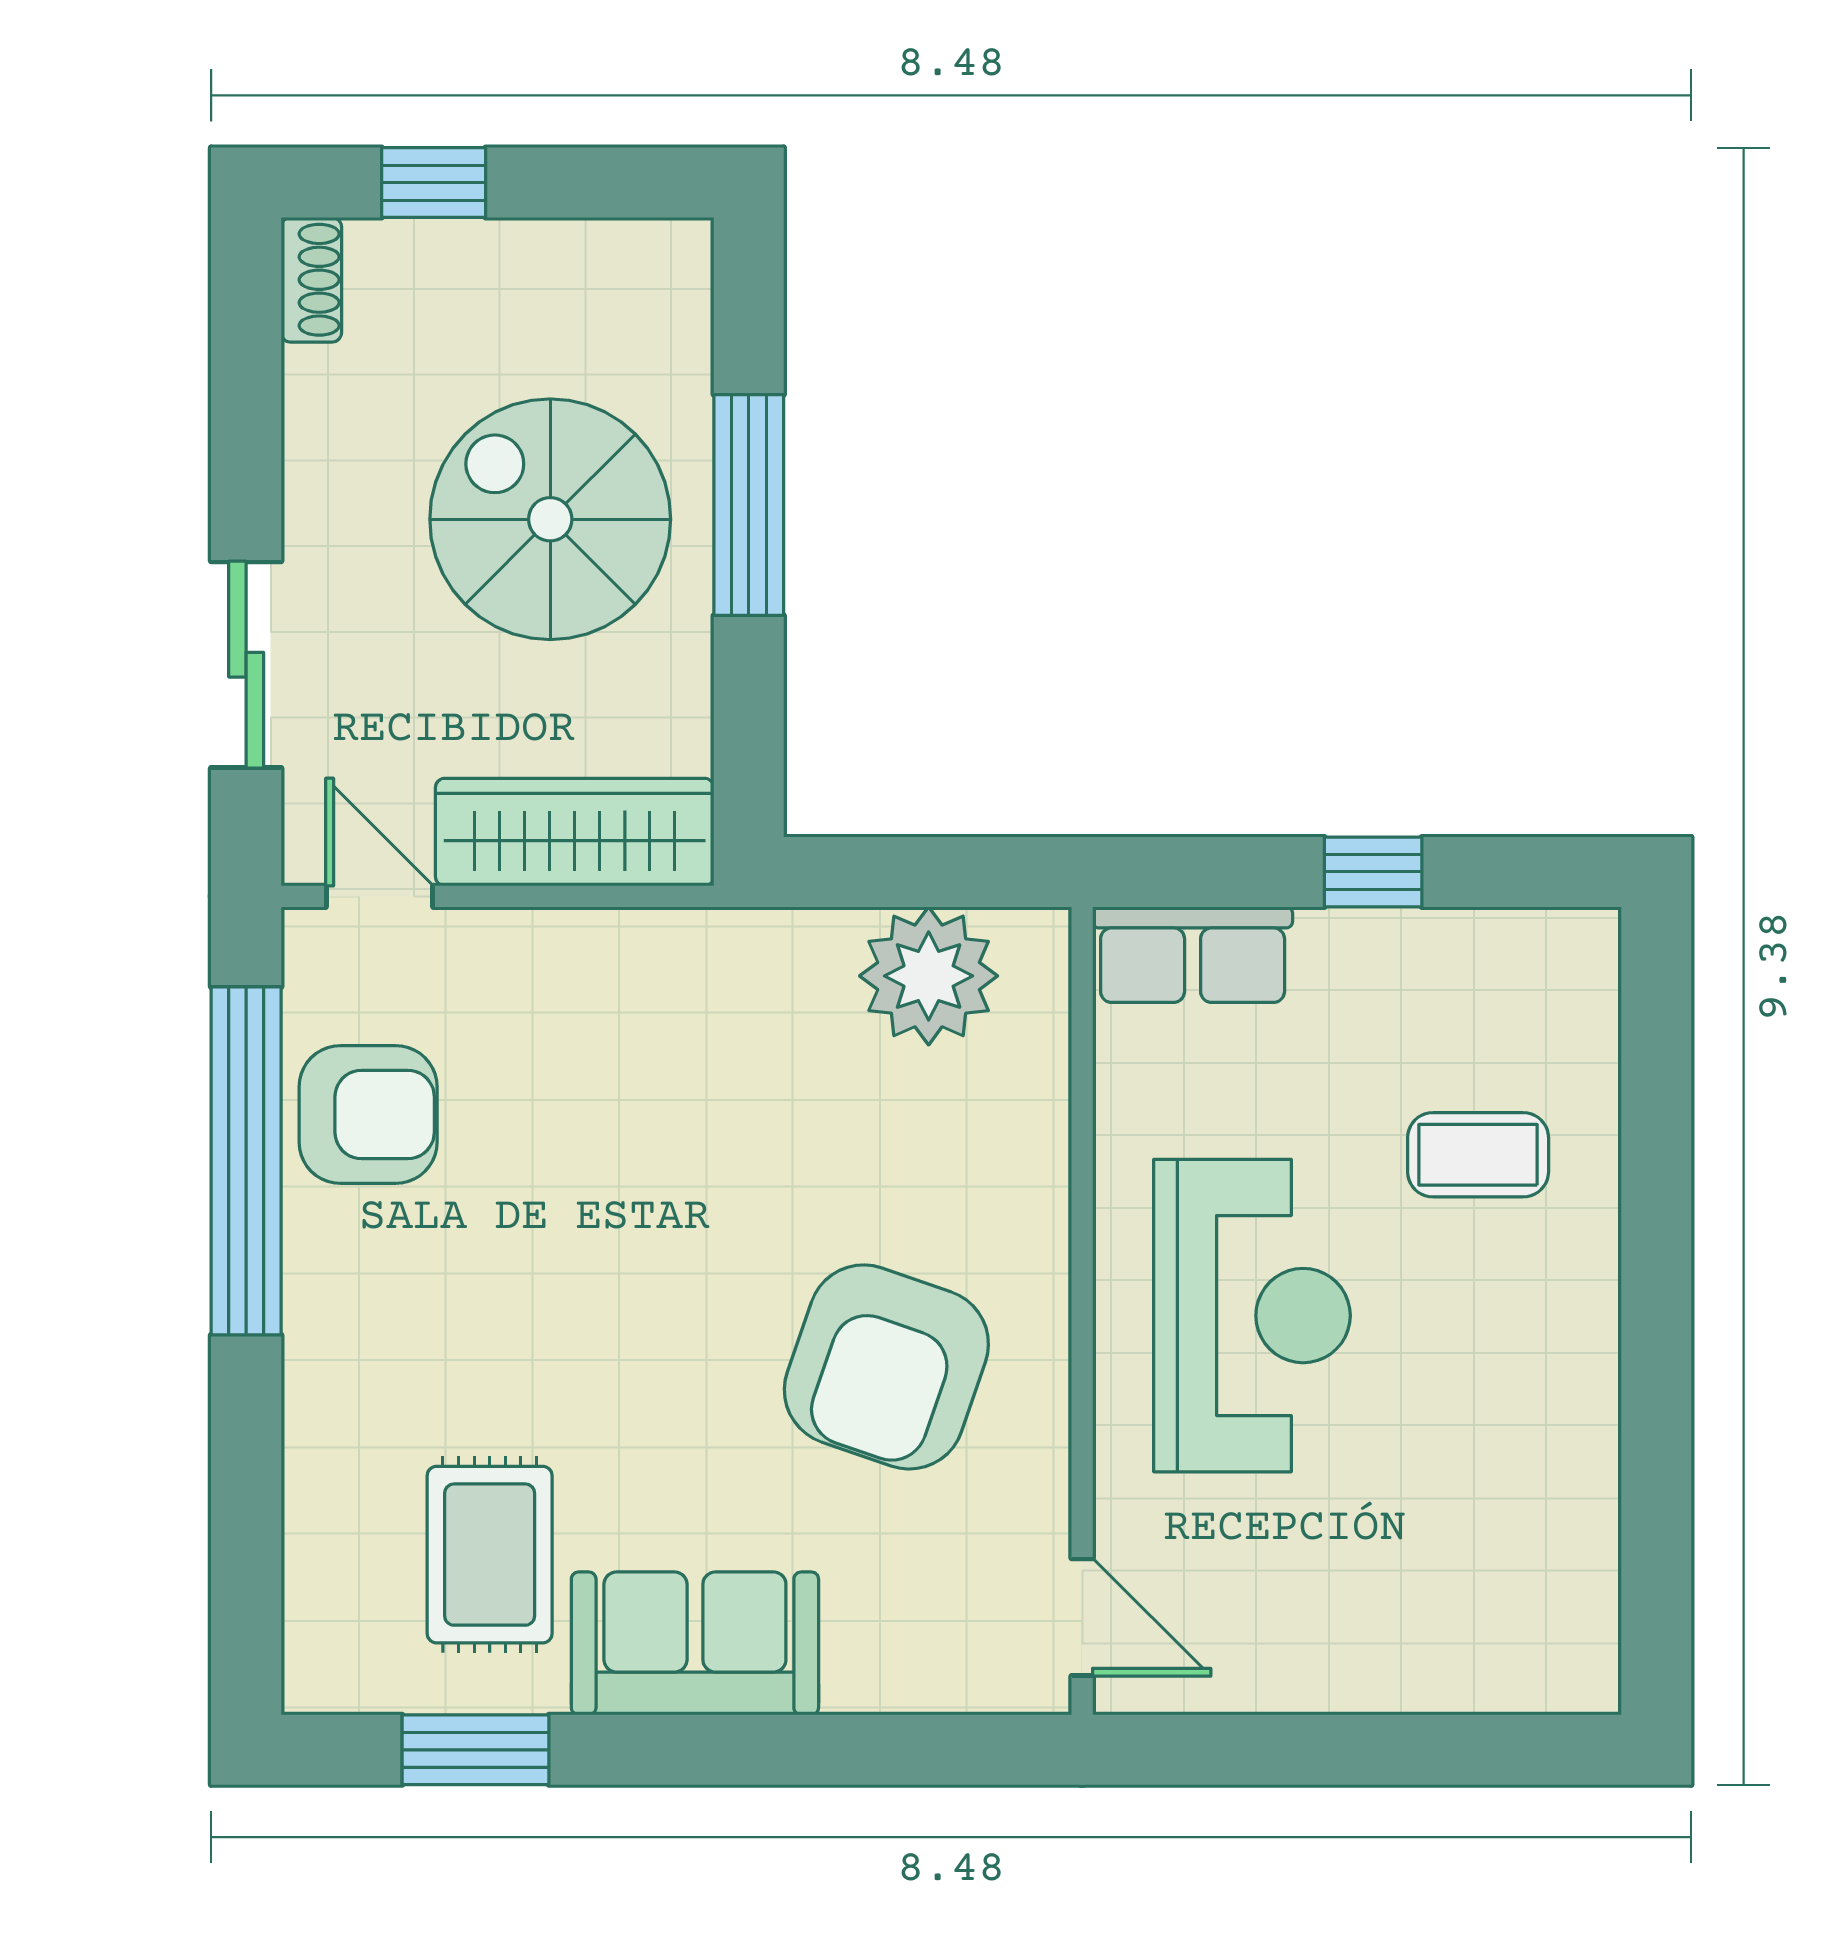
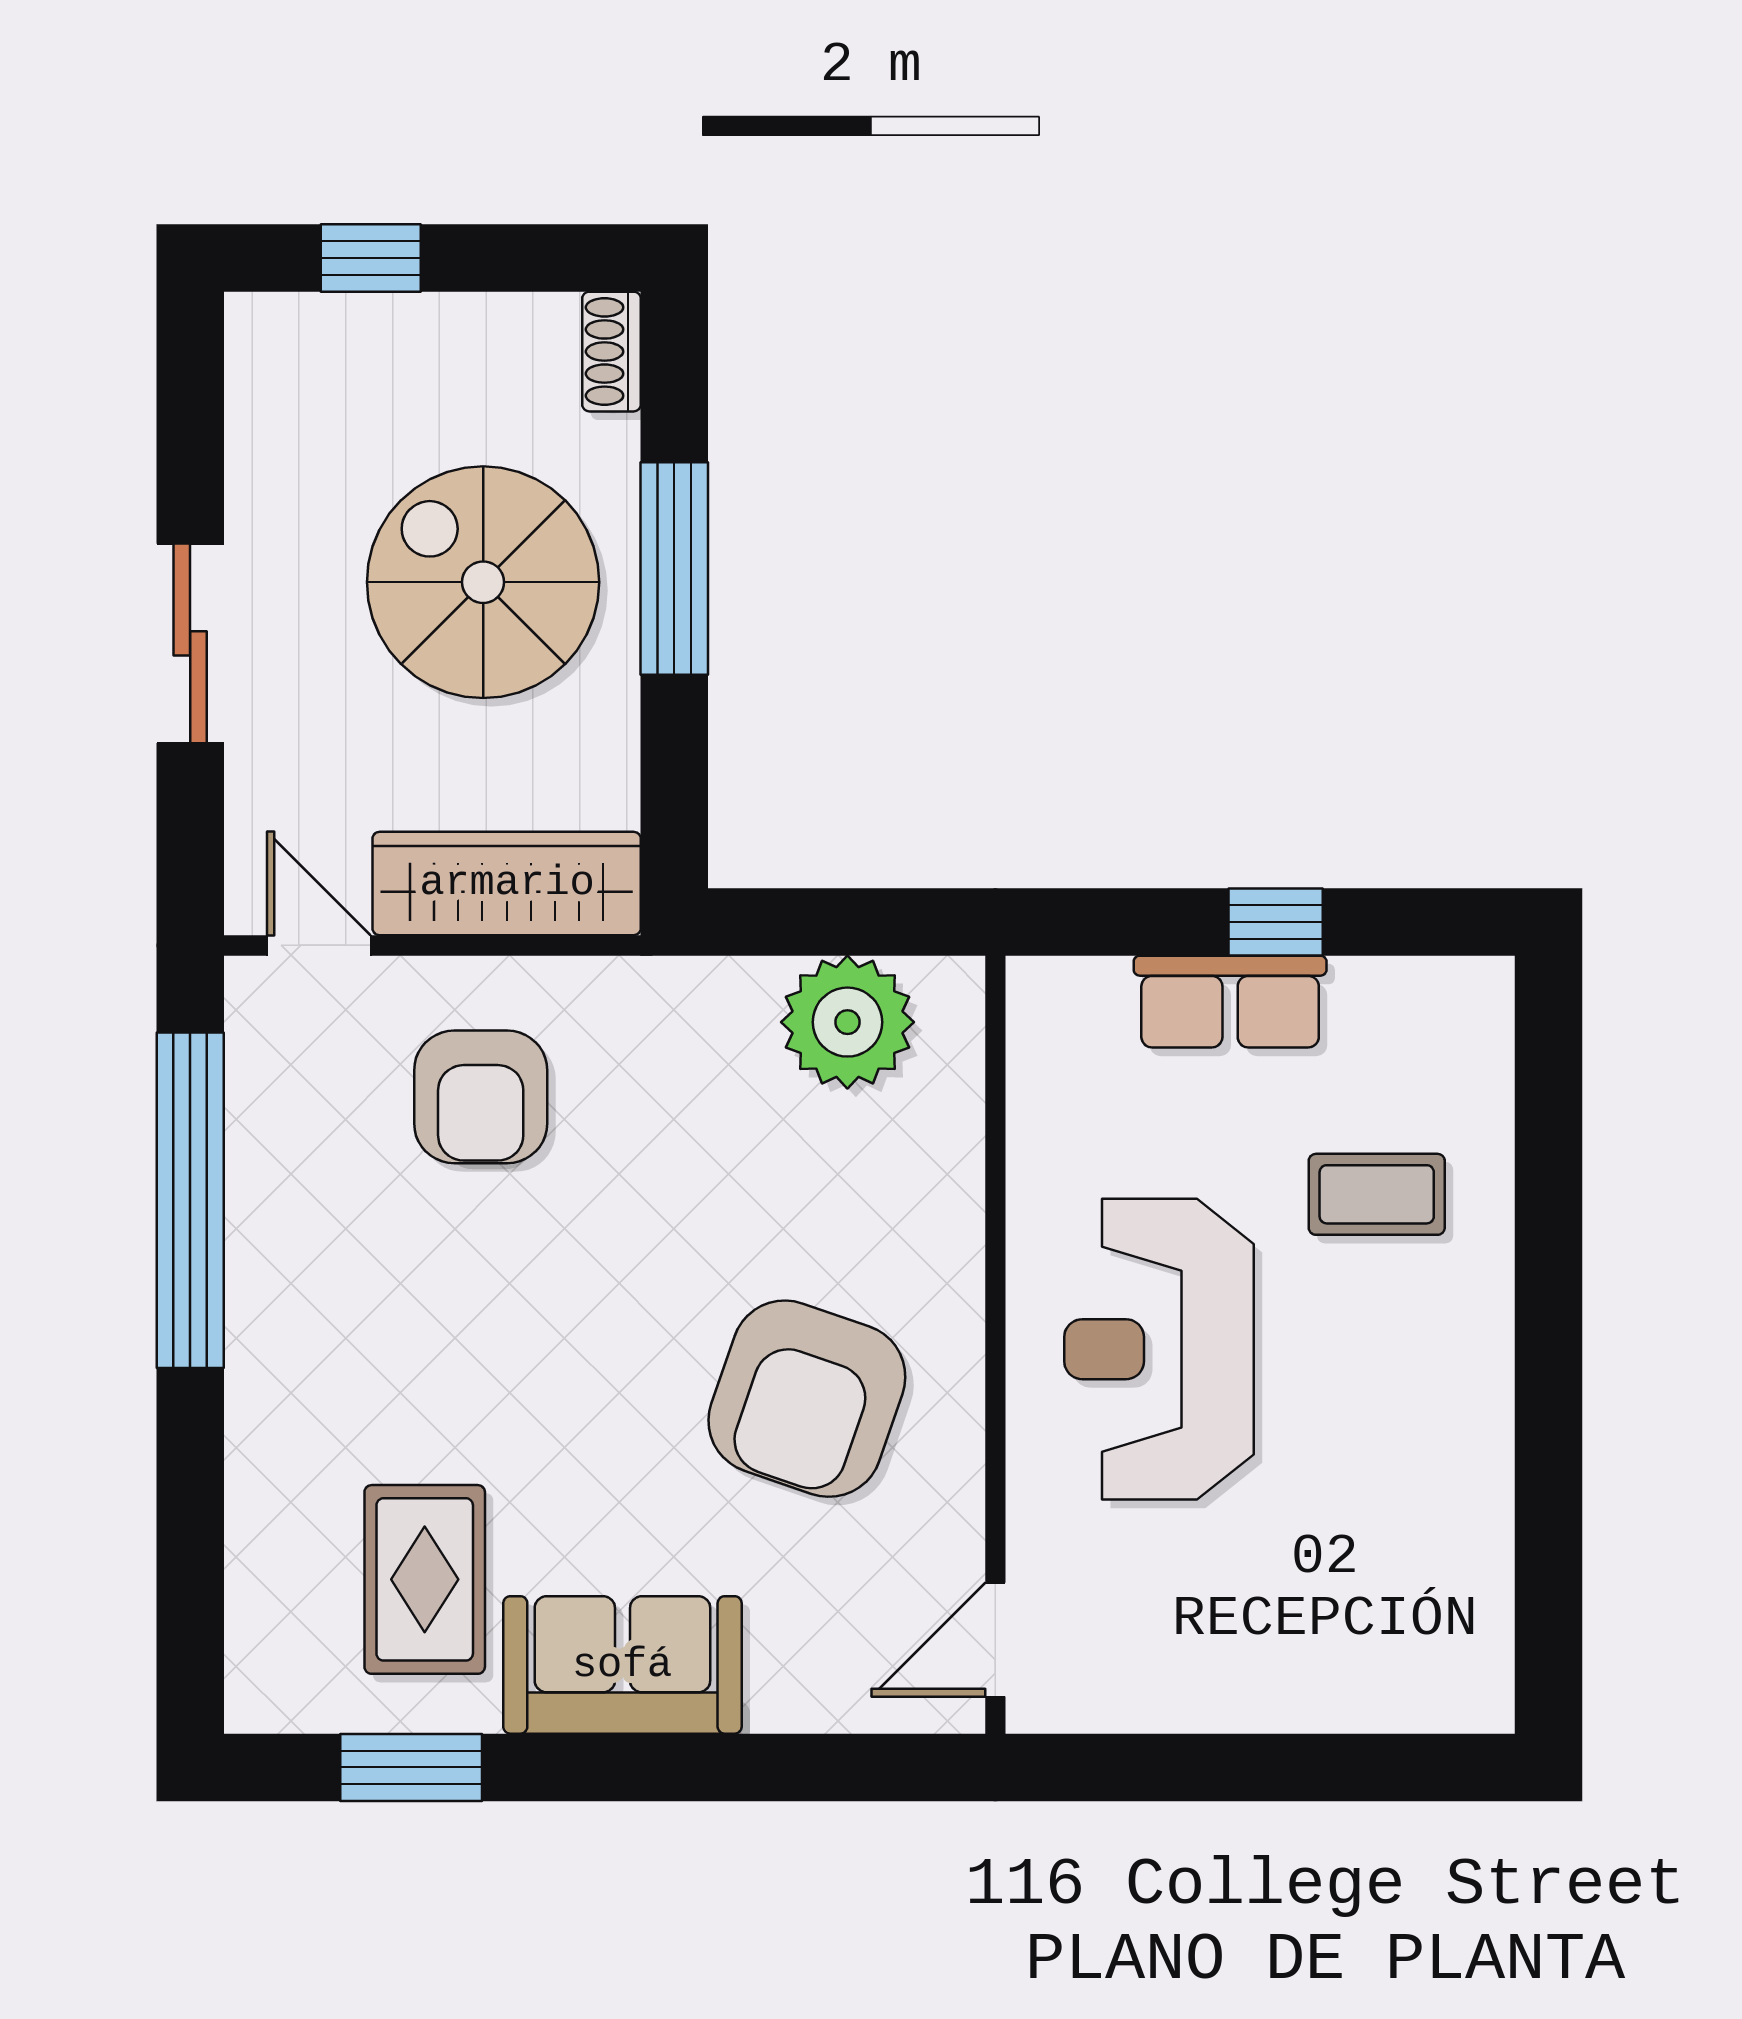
shoe rack: (311, 280) -> (612, 352), moved, turned 180
sliding door: (246, 665) -> (190, 643), moved
row of seats: (1193, 955) -> (1230, 1002), moved
armchair: (368, 1115) -> (481, 1097), moved, turned 90
reception desk: (1252, 1316) -> (1159, 1349), turned 180
door: (1082, 1617) -> (995, 1640), swing flipped

